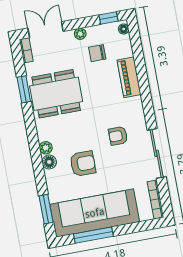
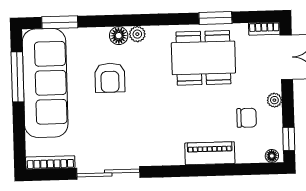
chair: (97, 53) -> (247, 118), turned 90
dining table: (56, 94) -> (203, 58), turned 90
armchair: (118, 136) -> (138, 128), removed

